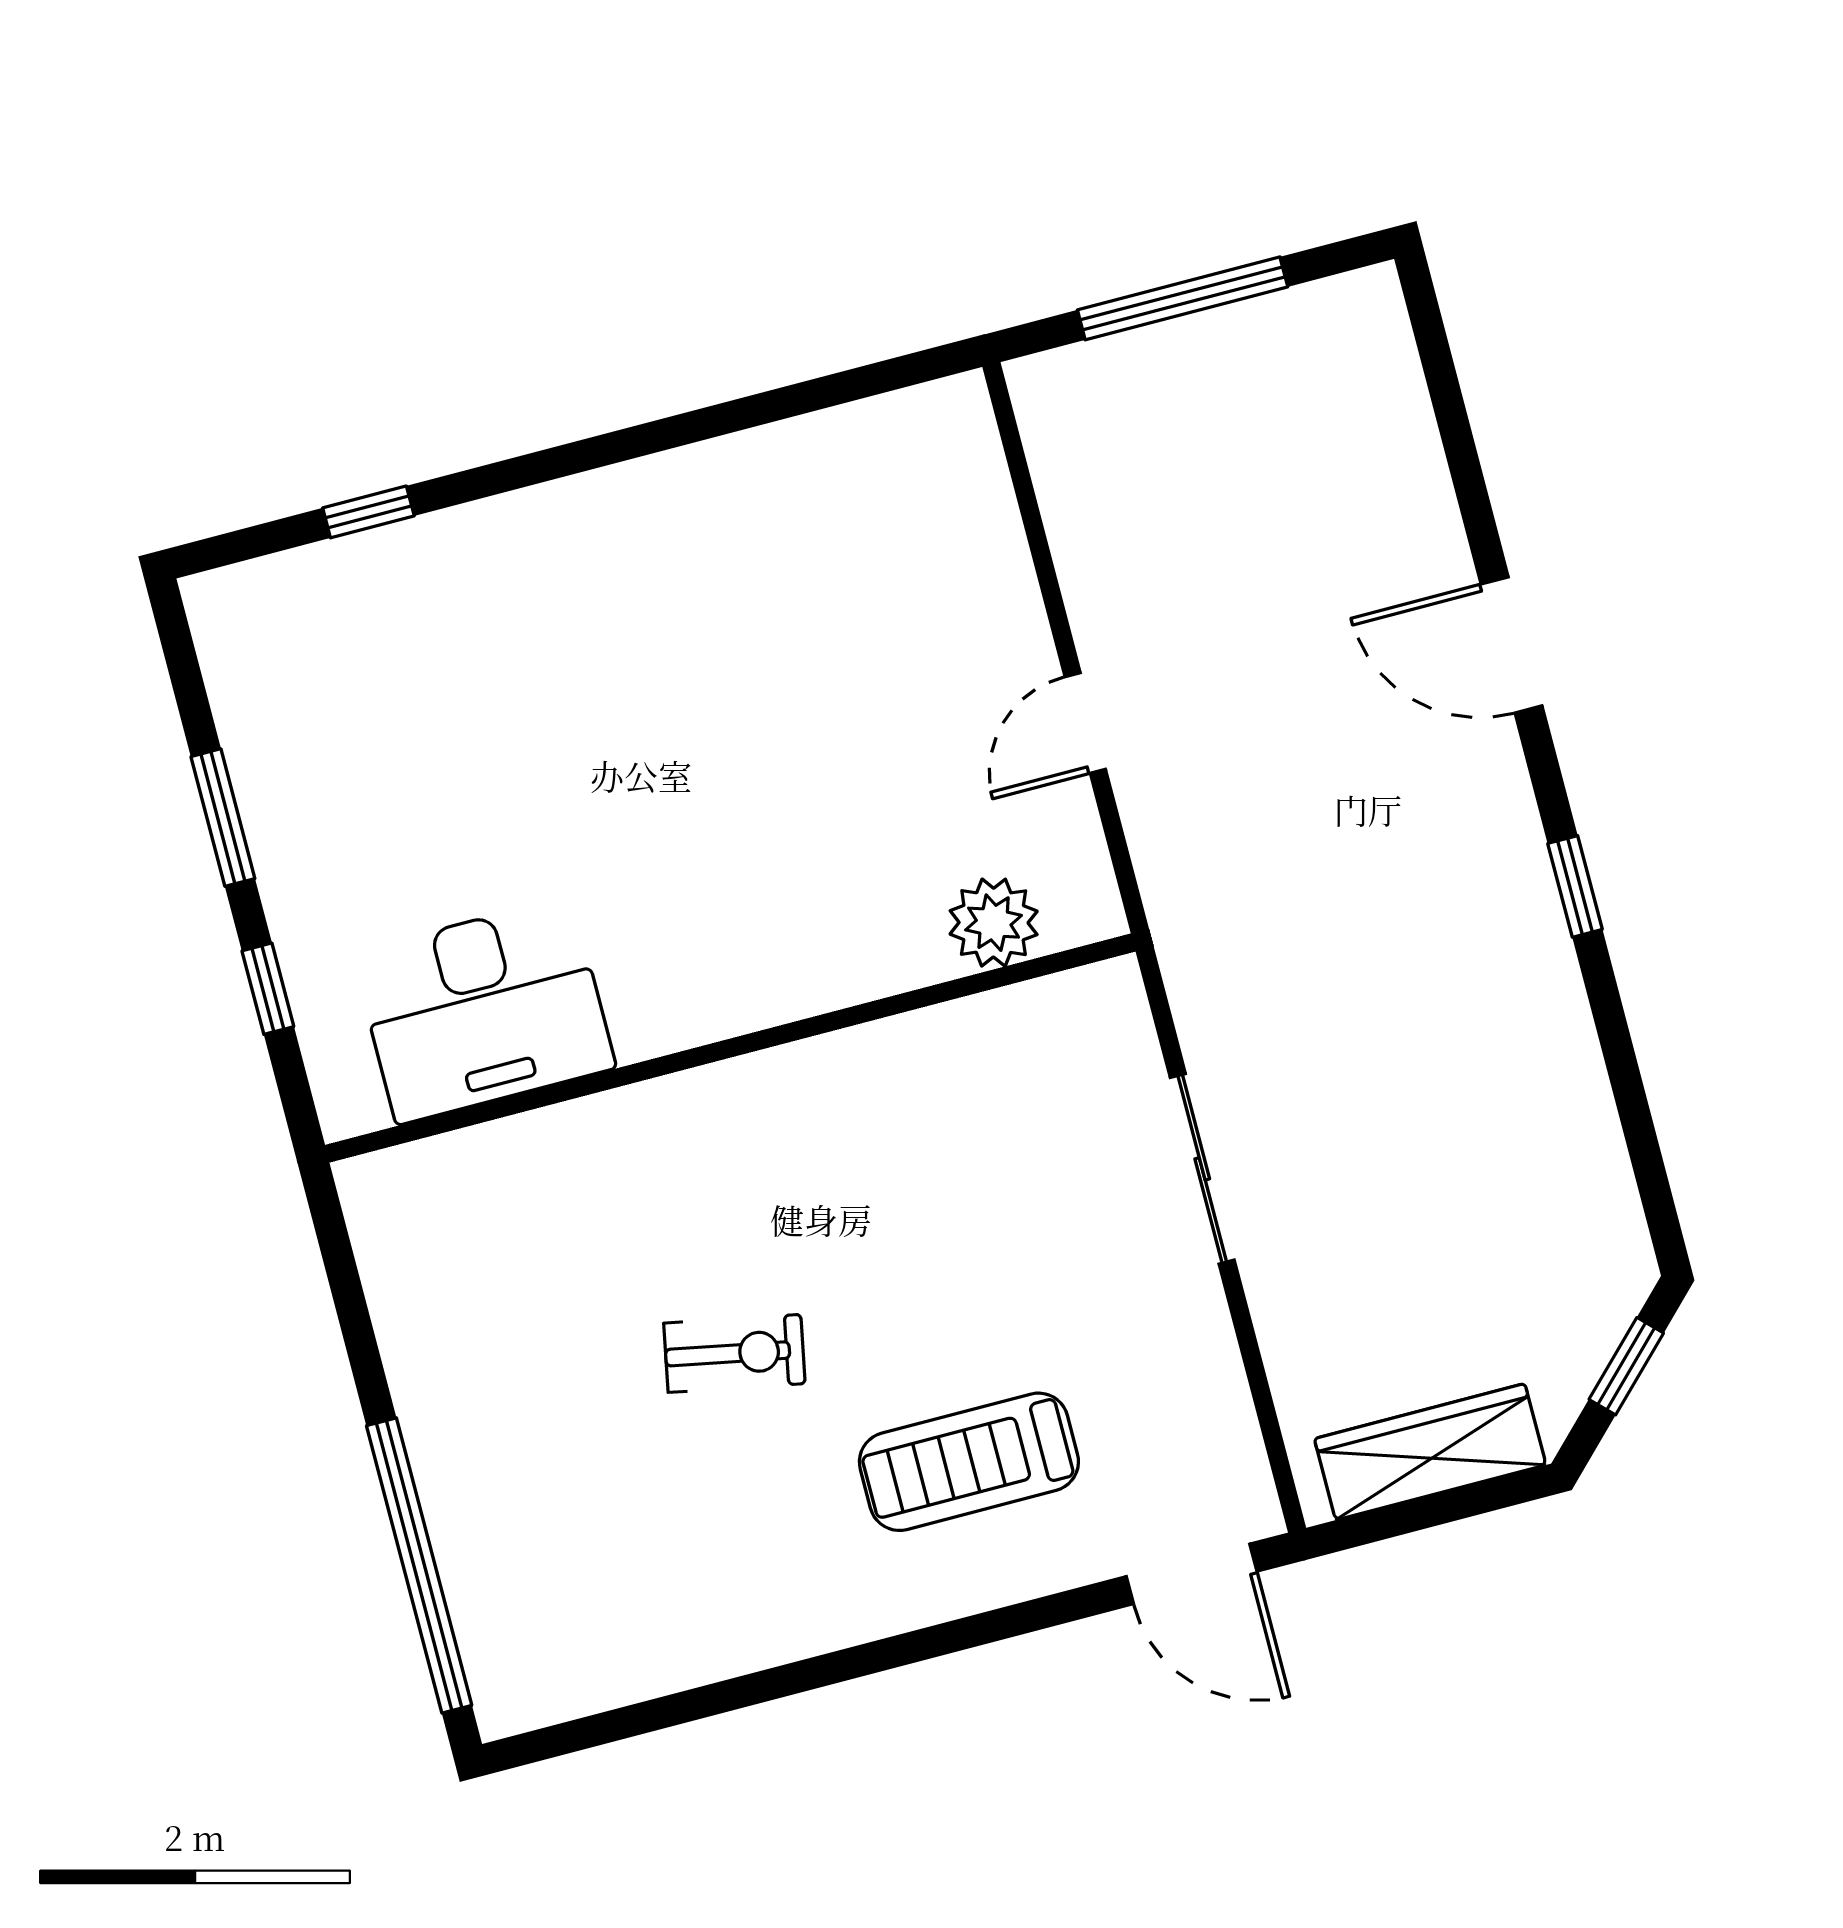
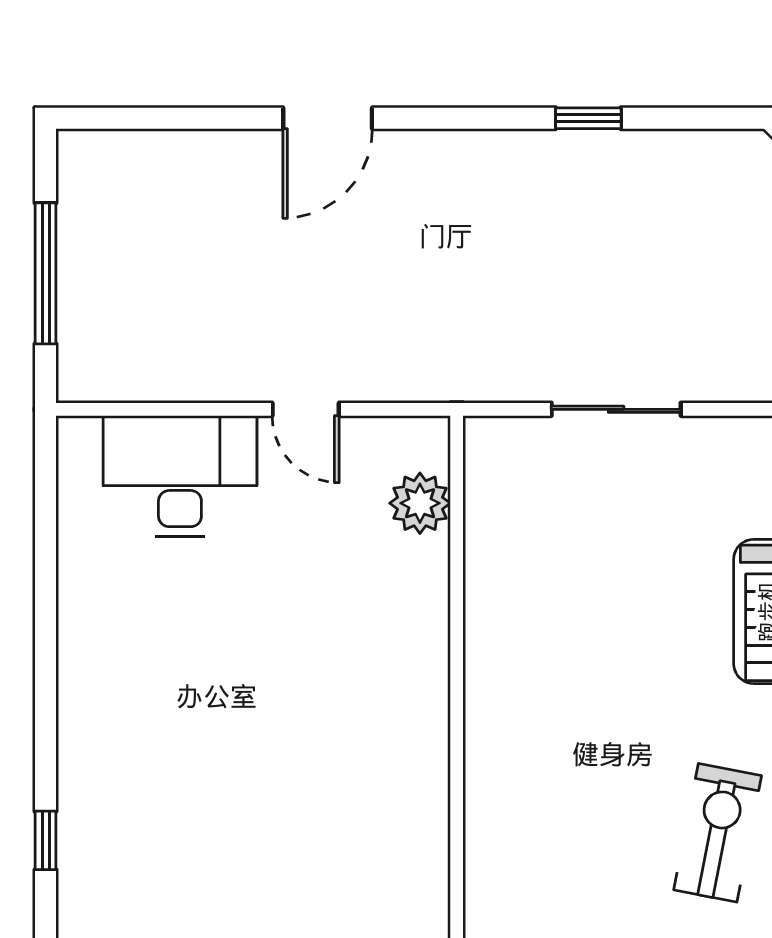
window: (1575, 886) -> (588, 118), moved
desk: (484, 1010) -> (180, 476), moved, turned -90
exercise bike: (734, 1353) -> (718, 833), moved, width x1.38, depth x1.39

